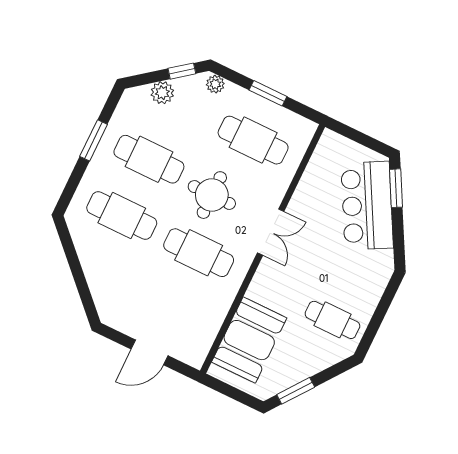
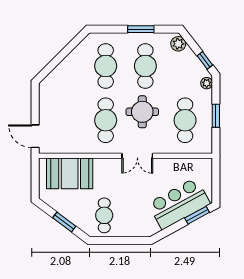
plant: (162, 93) -> (178, 44), moved
door: (150, 352) -> (35, 136), moved
window: (296, 391) -> (64, 222), moved

